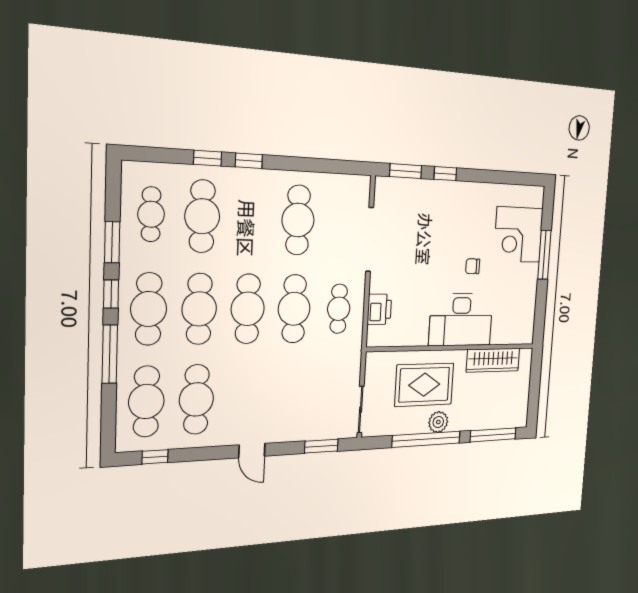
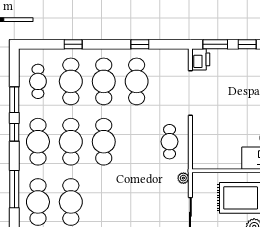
window: (249, 161) -> (140, 44), moved
cafe table: (294, 309) -> (104, 81), moved
printer: (379, 309) -> (201, 59), moved
window: (110, 354) -> (14, 189), moved
plant: (354, 360) -> (183, 178), added

